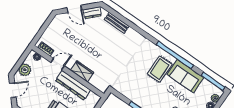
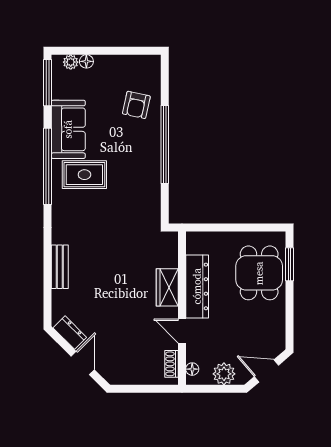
bench: (117, 23) -> (60, 267), moved

